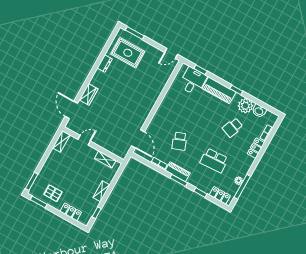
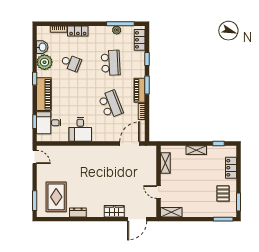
desk: (173, 104) -> (80, 129), added
school desk: (179, 141) -> (111, 104), width x1.85

